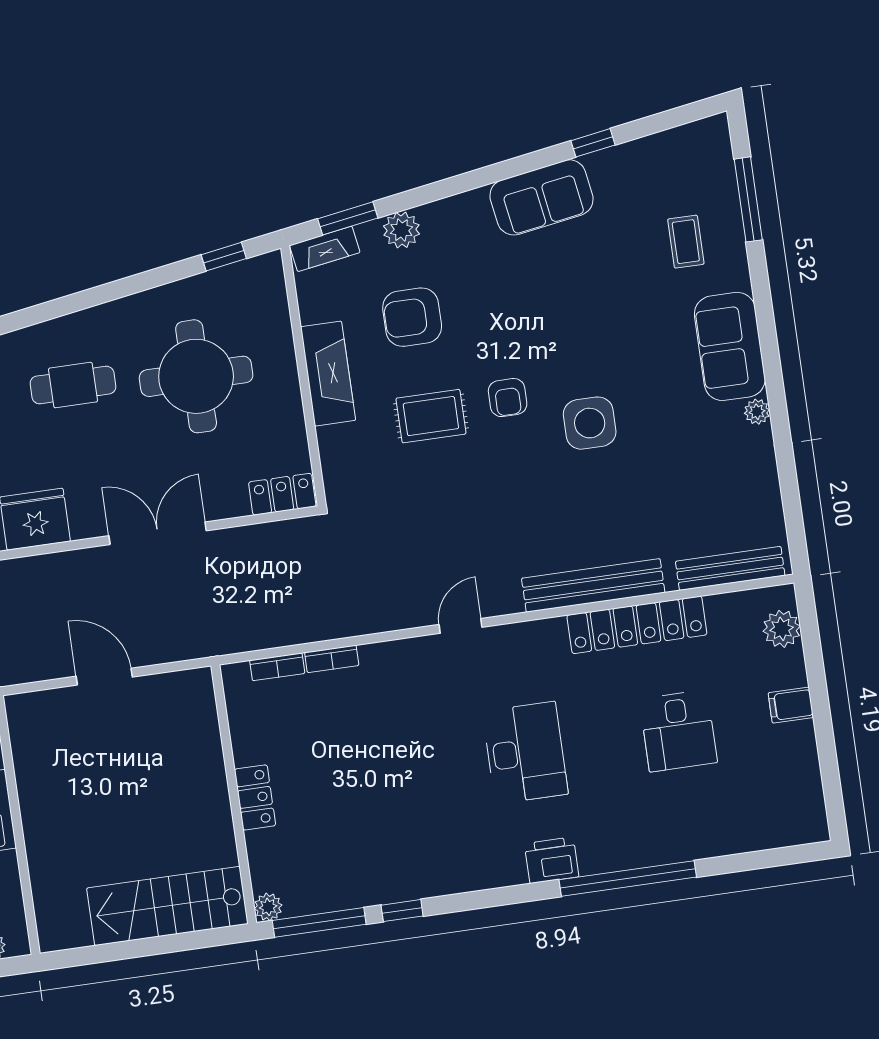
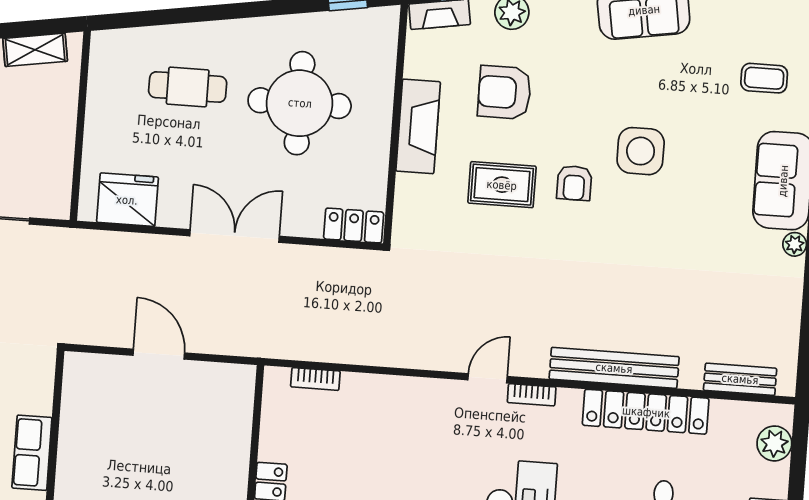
coffee table: (686, 242) -> (764, 78), turned 90
side table: (590, 423) -> (641, 151), moved
bench: (730, 568) -> (740, 379), width x0.73
bookcase: (332, 659) -> (532, 395), moved

